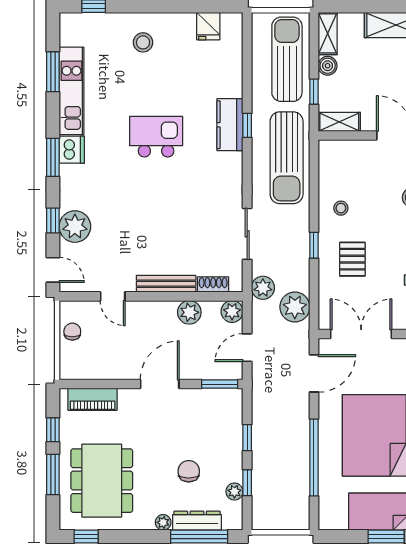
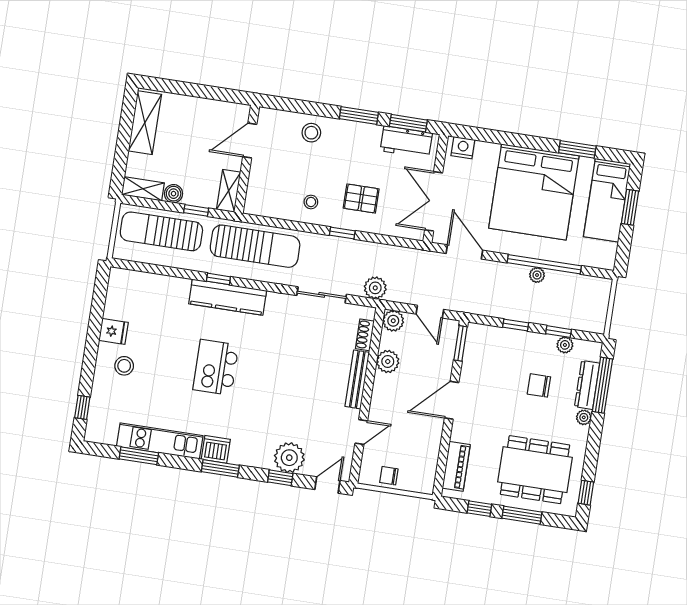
fridge: (208, 26) -> (114, 331), moved
kitchen counter: (230, 125) -> (228, 297), width x1.50
plant: (295, 307) -> (537, 275), moved, width x0.53, depth x0.53
door: (160, 384) -> (452, 400), hinge flipped

